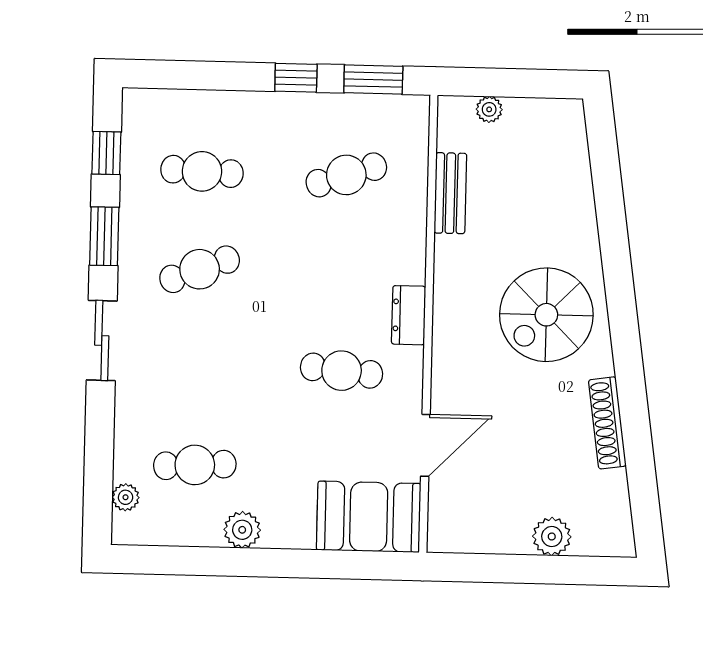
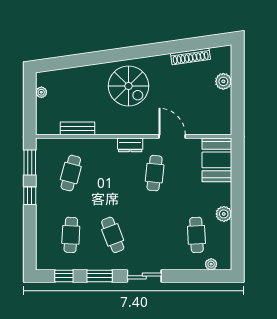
plant: (489, 109) -> (41, 92), moved
cafe table: (346, 175) -> (71, 173), turned 33
shoe rack: (607, 423) -> (190, 56), moved
door: (425, 445) -> (172, 136), moved

